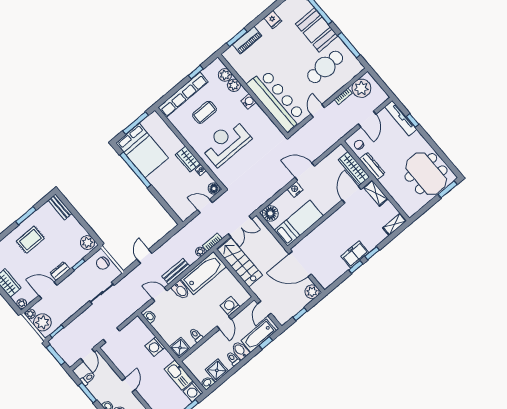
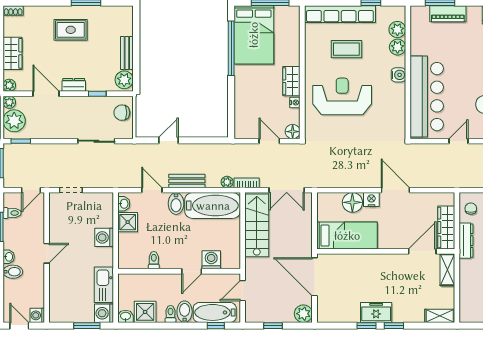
bench: (60, 207) -> (127, 53), moved
floor lamp: (270, 213) -> (352, 202), moved
shower: (180, 348) -> (128, 222), moved

